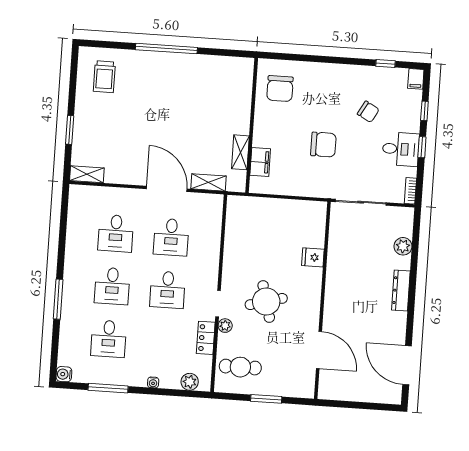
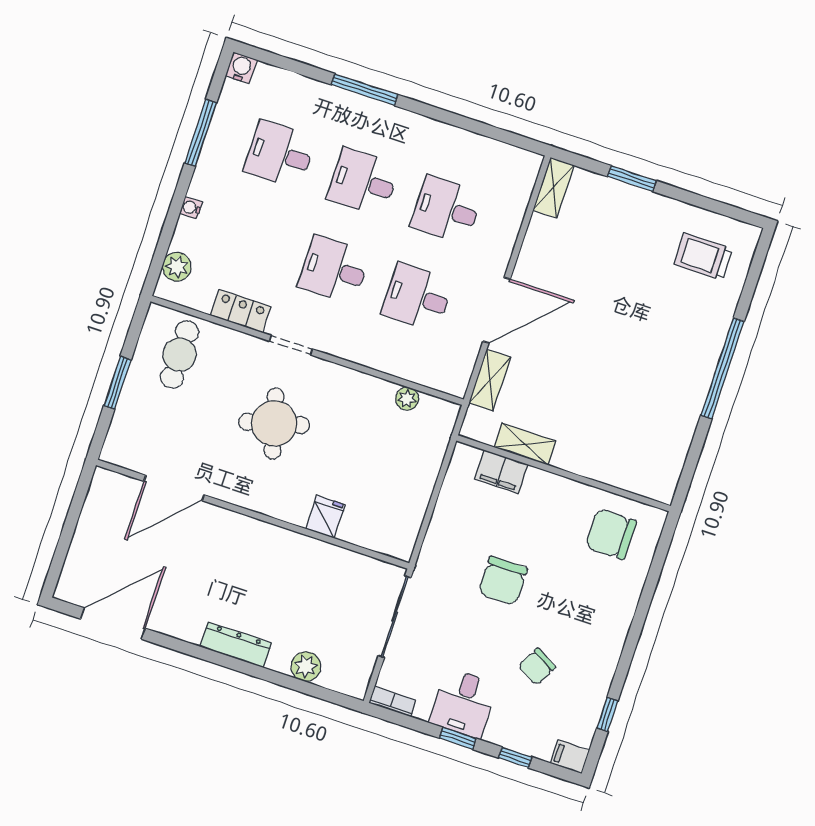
plant: (225, 326) -> (407, 399), moved

